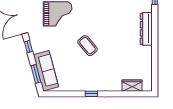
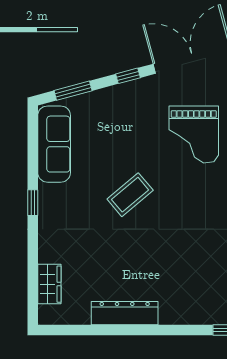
dresser: (146, 29) -> (125, 313), moved
sofa: (46, 71) -> (54, 144), moved, turned -75

